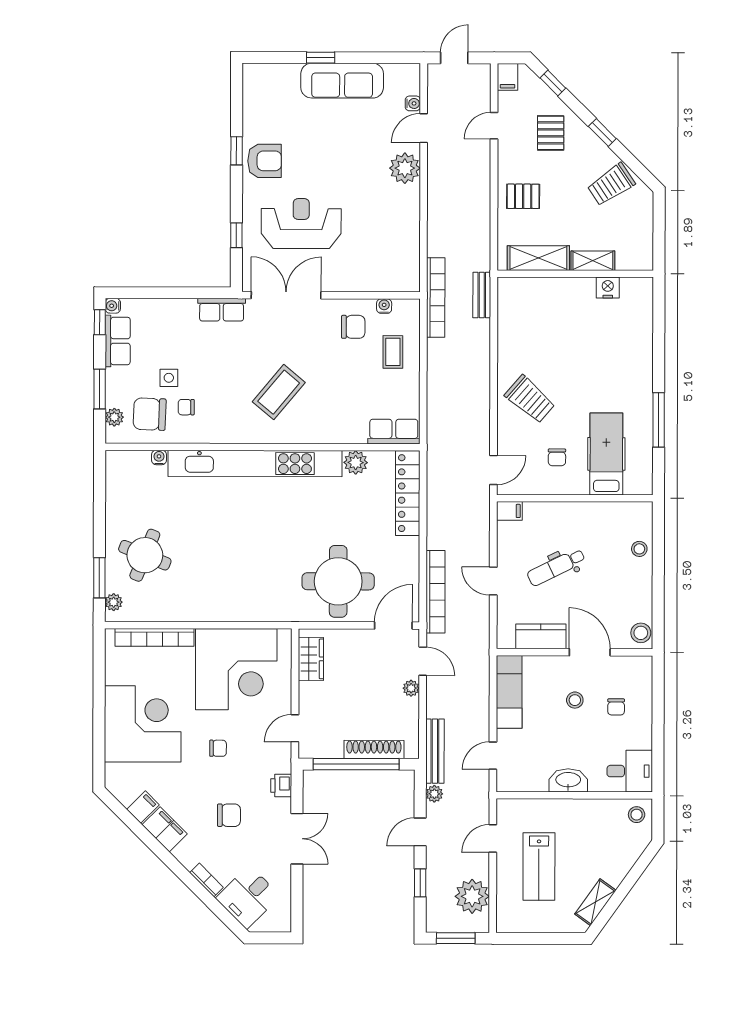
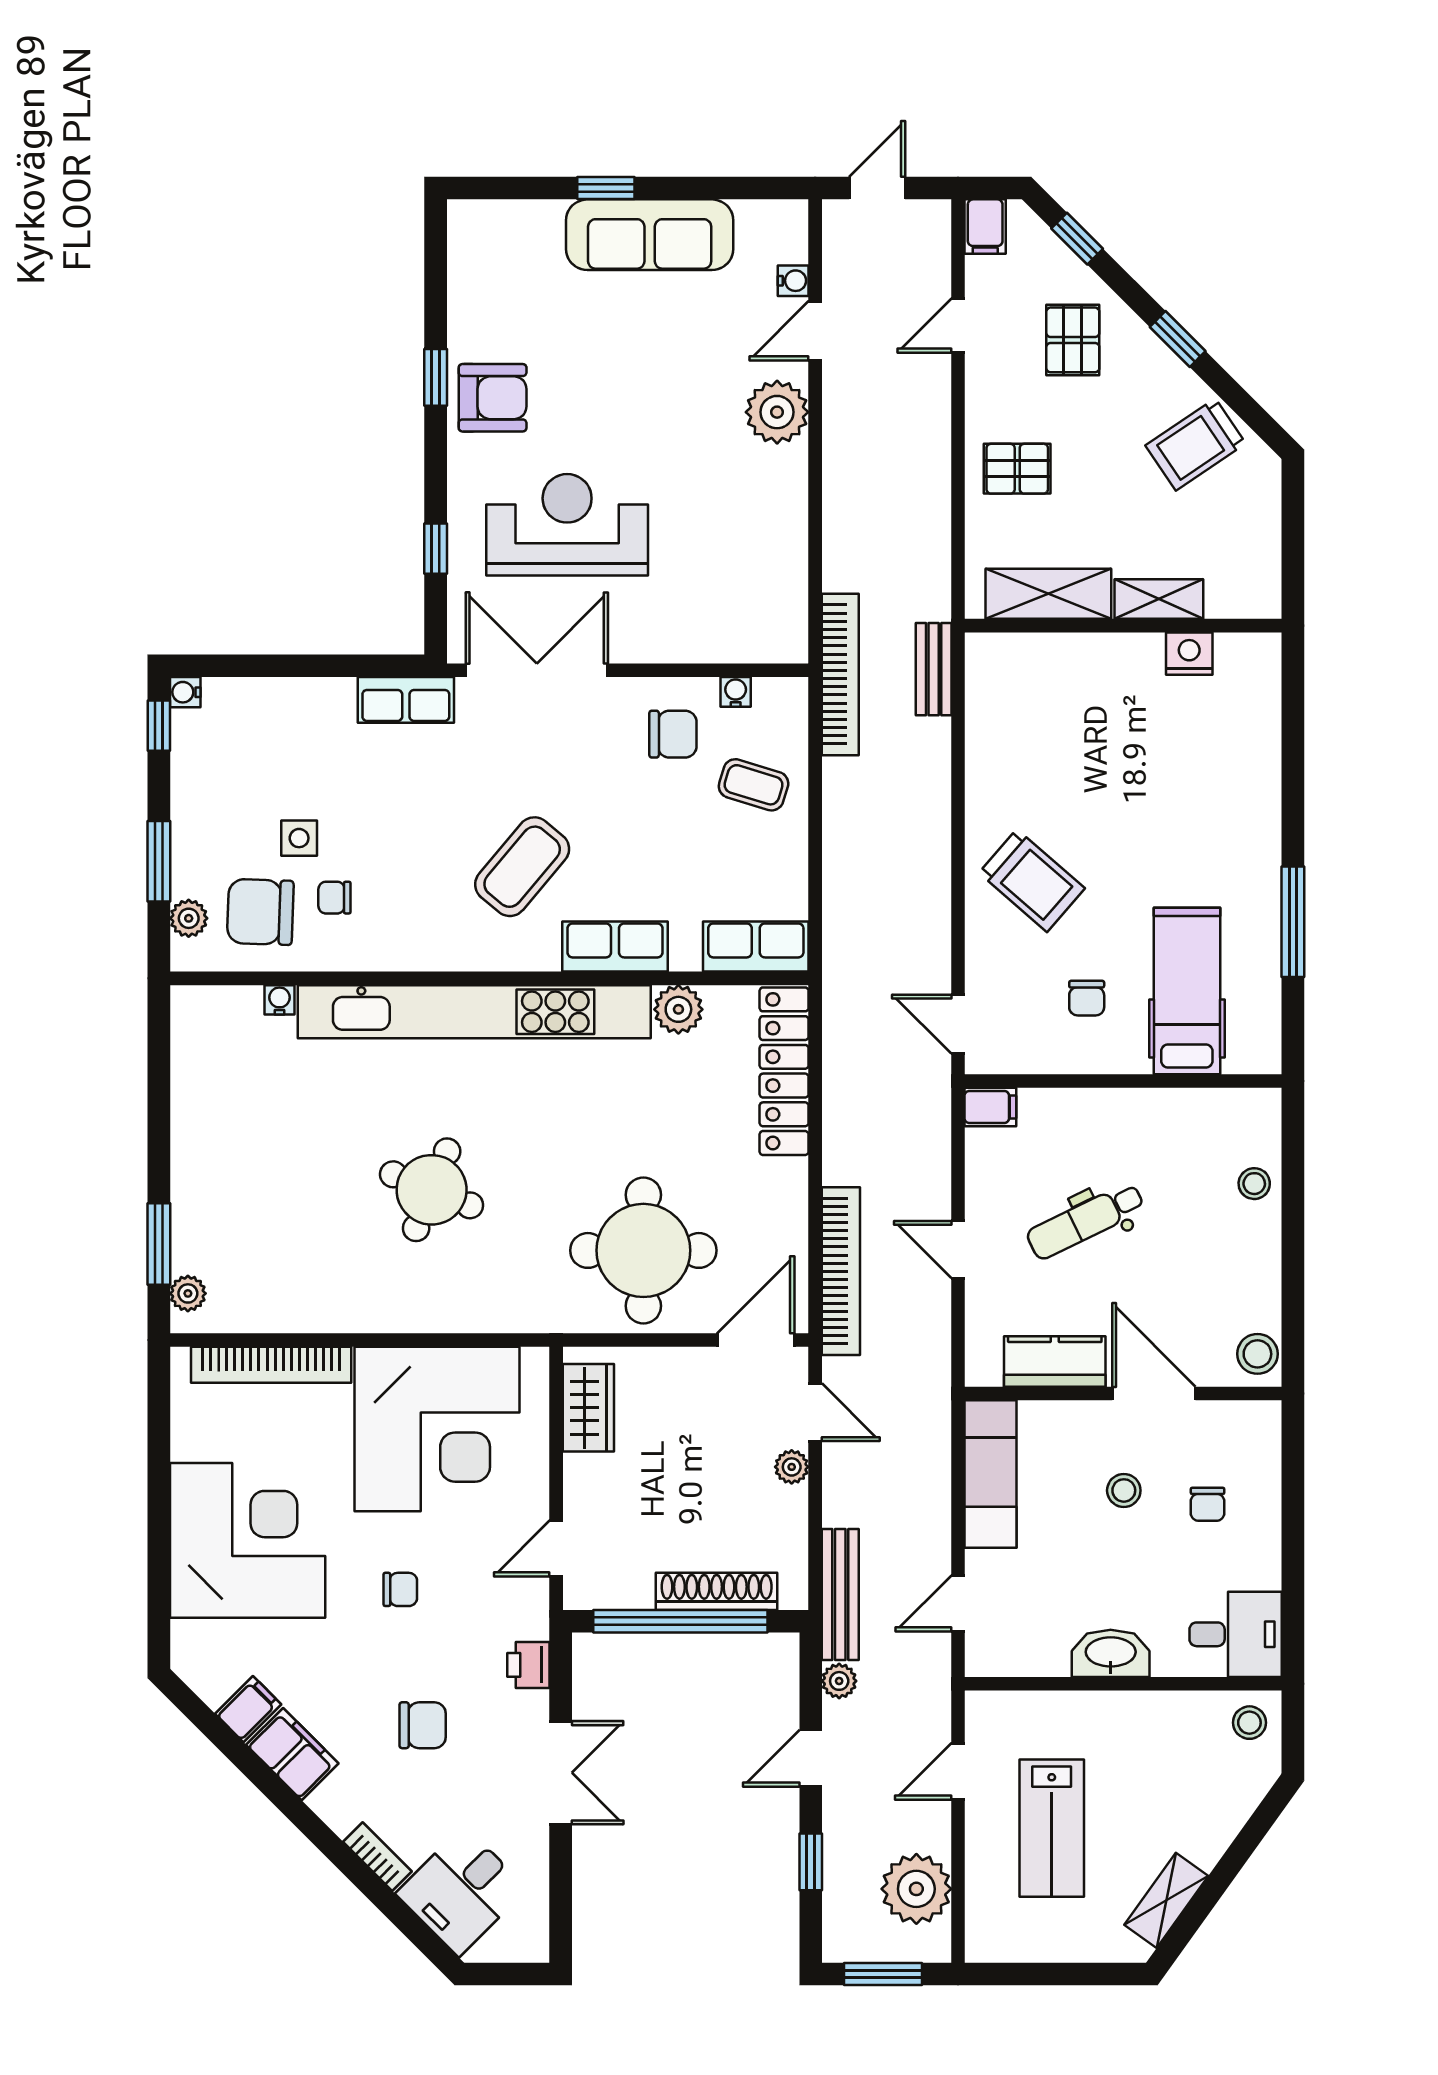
row of seats: (118, 341) -> (615, 946), moved, turned -90
coffee table: (393, 352) -> (754, 785), turned -73
door: (493, 470) -> (958, 1024), swing flipped
round table: (145, 555) -> (432, 1190), moved

